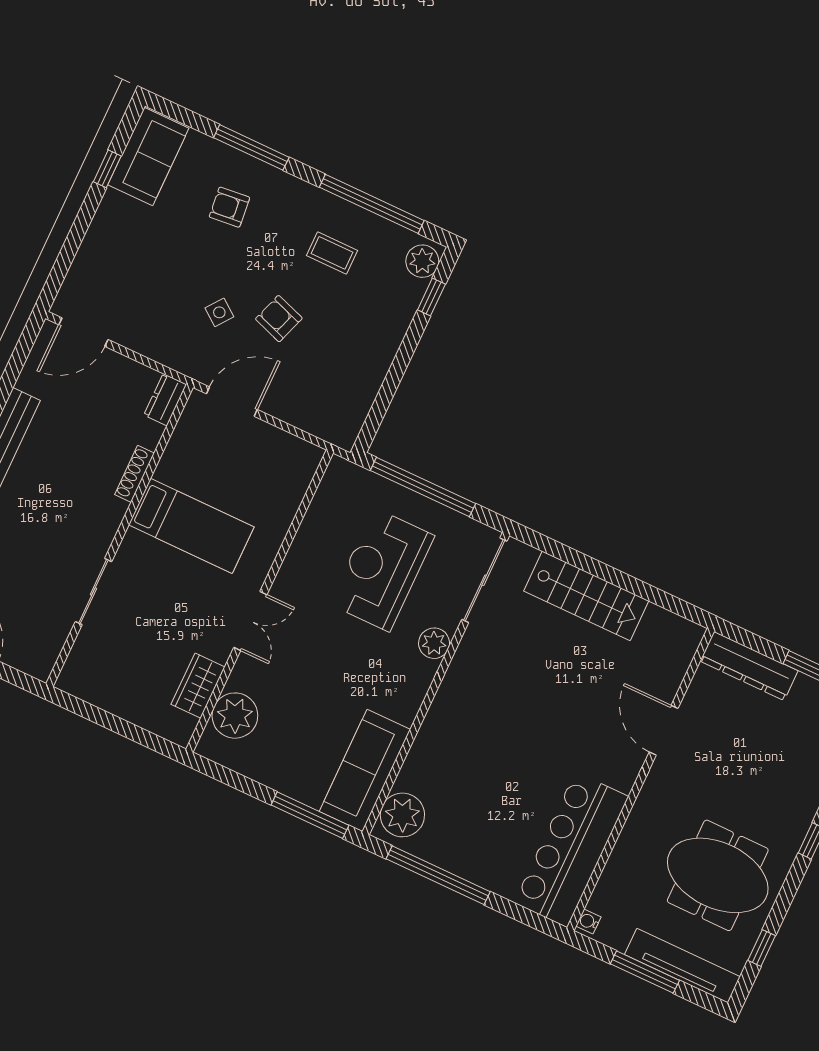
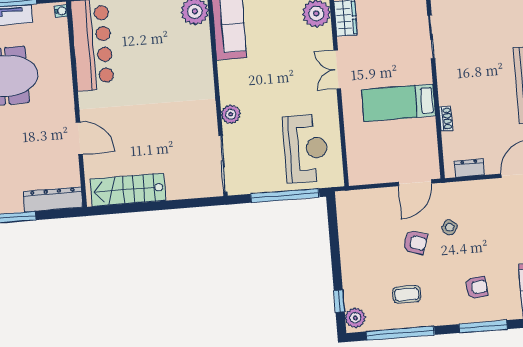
dresser: (165, 400) -> (469, 168), moved, turned -90
shoe rack: (135, 474) -> (446, 119), width x0.70
reception desk: (382, 570) -> (306, 149), moved
stairs: (586, 596) -> (128, 190), moved

